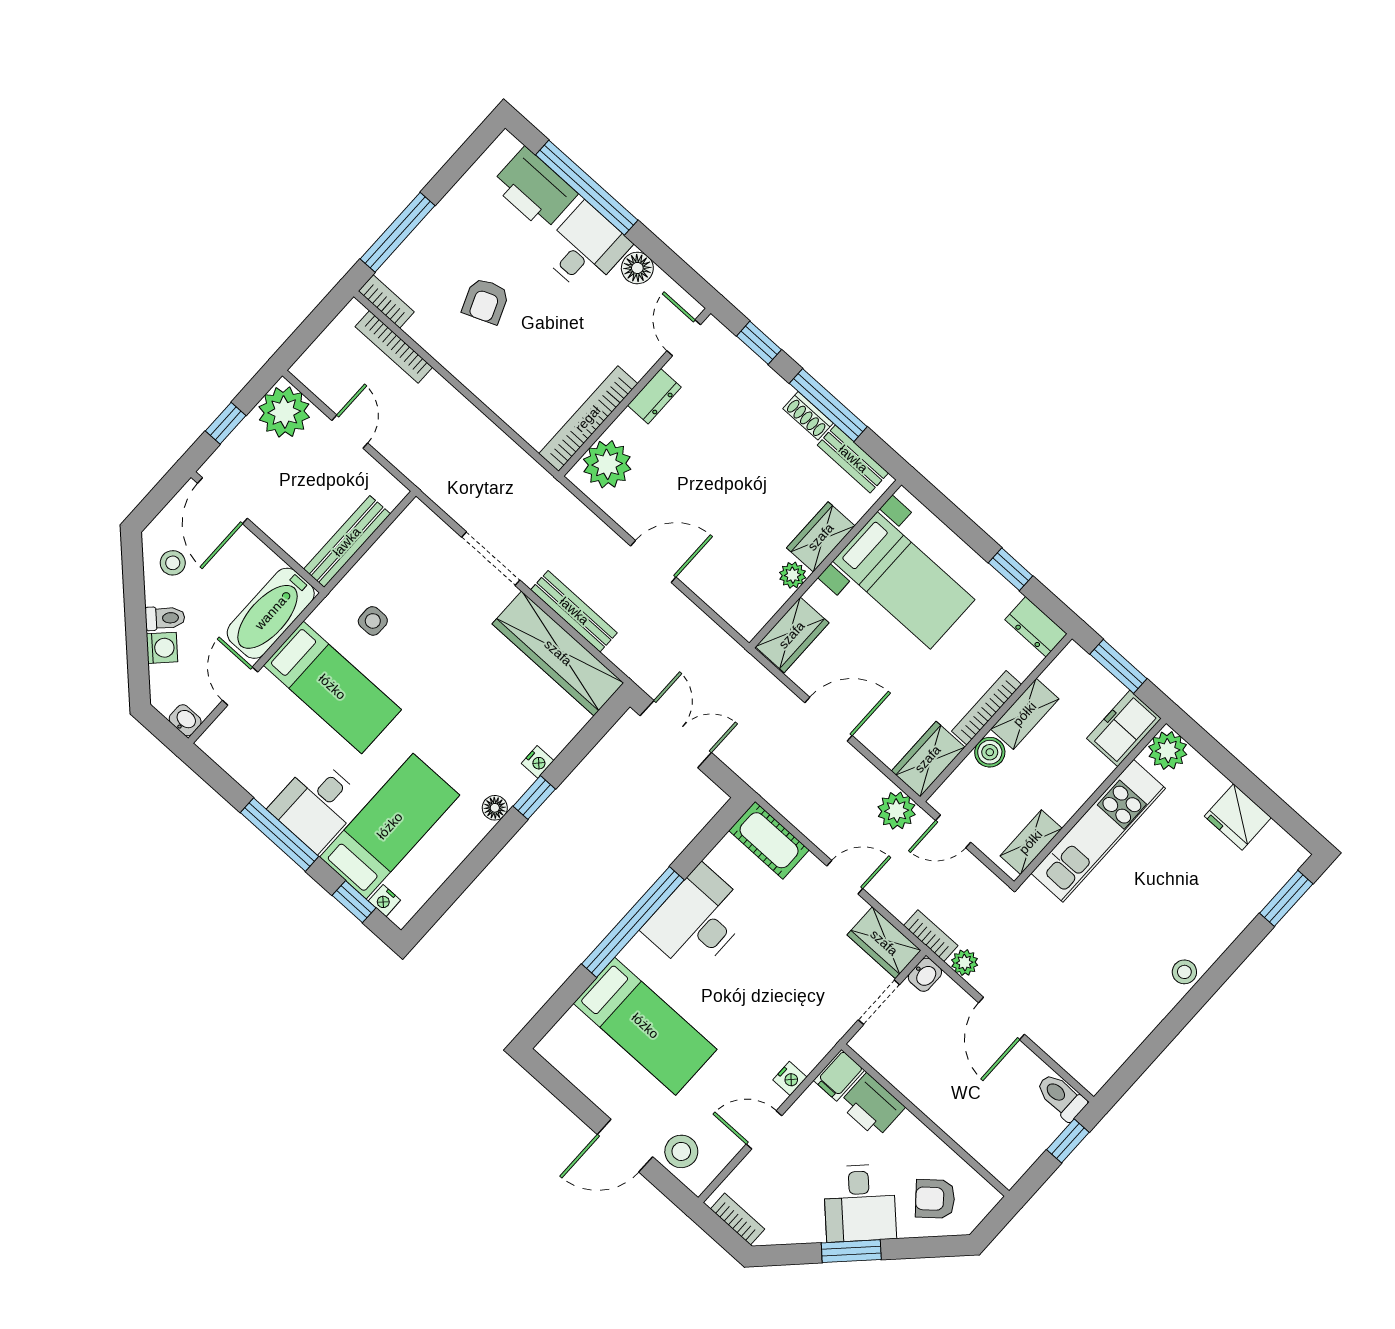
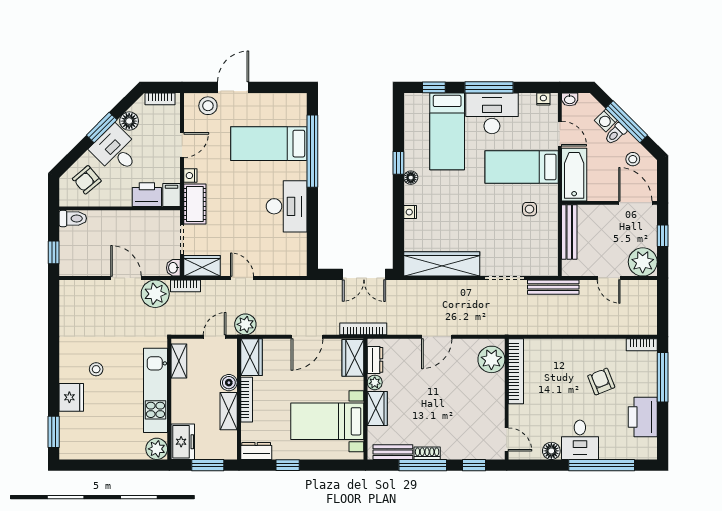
printer: (534, 189) -> (643, 417), moved, turned -90
bookcase: (394, 347) -> (363, 329), moved
dresser: (654, 396) -> (375, 360), moved, turned 180
bench: (574, 611) -> (553, 287), moved
window: (136, 621) -> (627, 122), added
window: (534, 798) -> (398, 163), moved
desk: (317, 805) -> (492, 113), width x1.37
fridge: (1238, 817) -> (71, 397), moved, turned 90
cot: (769, 840) -> (195, 204), moved, turned 90
door: (845, 877) -> (242, 278), swing flipped
nightstand: (384, 901) -> (543, 99), moved
window: (633, 922) -> (312, 151), moved
plant: (965, 963) -> (155, 294), width x1.88, depth x1.88
stool: (1184, 972) -> (96, 369), moved
toilet: (1061, 1097) -> (73, 218), moved
armchair: (935, 1199) -> (87, 180), turned 180
floor lamp: (806, 1227) -> (129, 121), added

